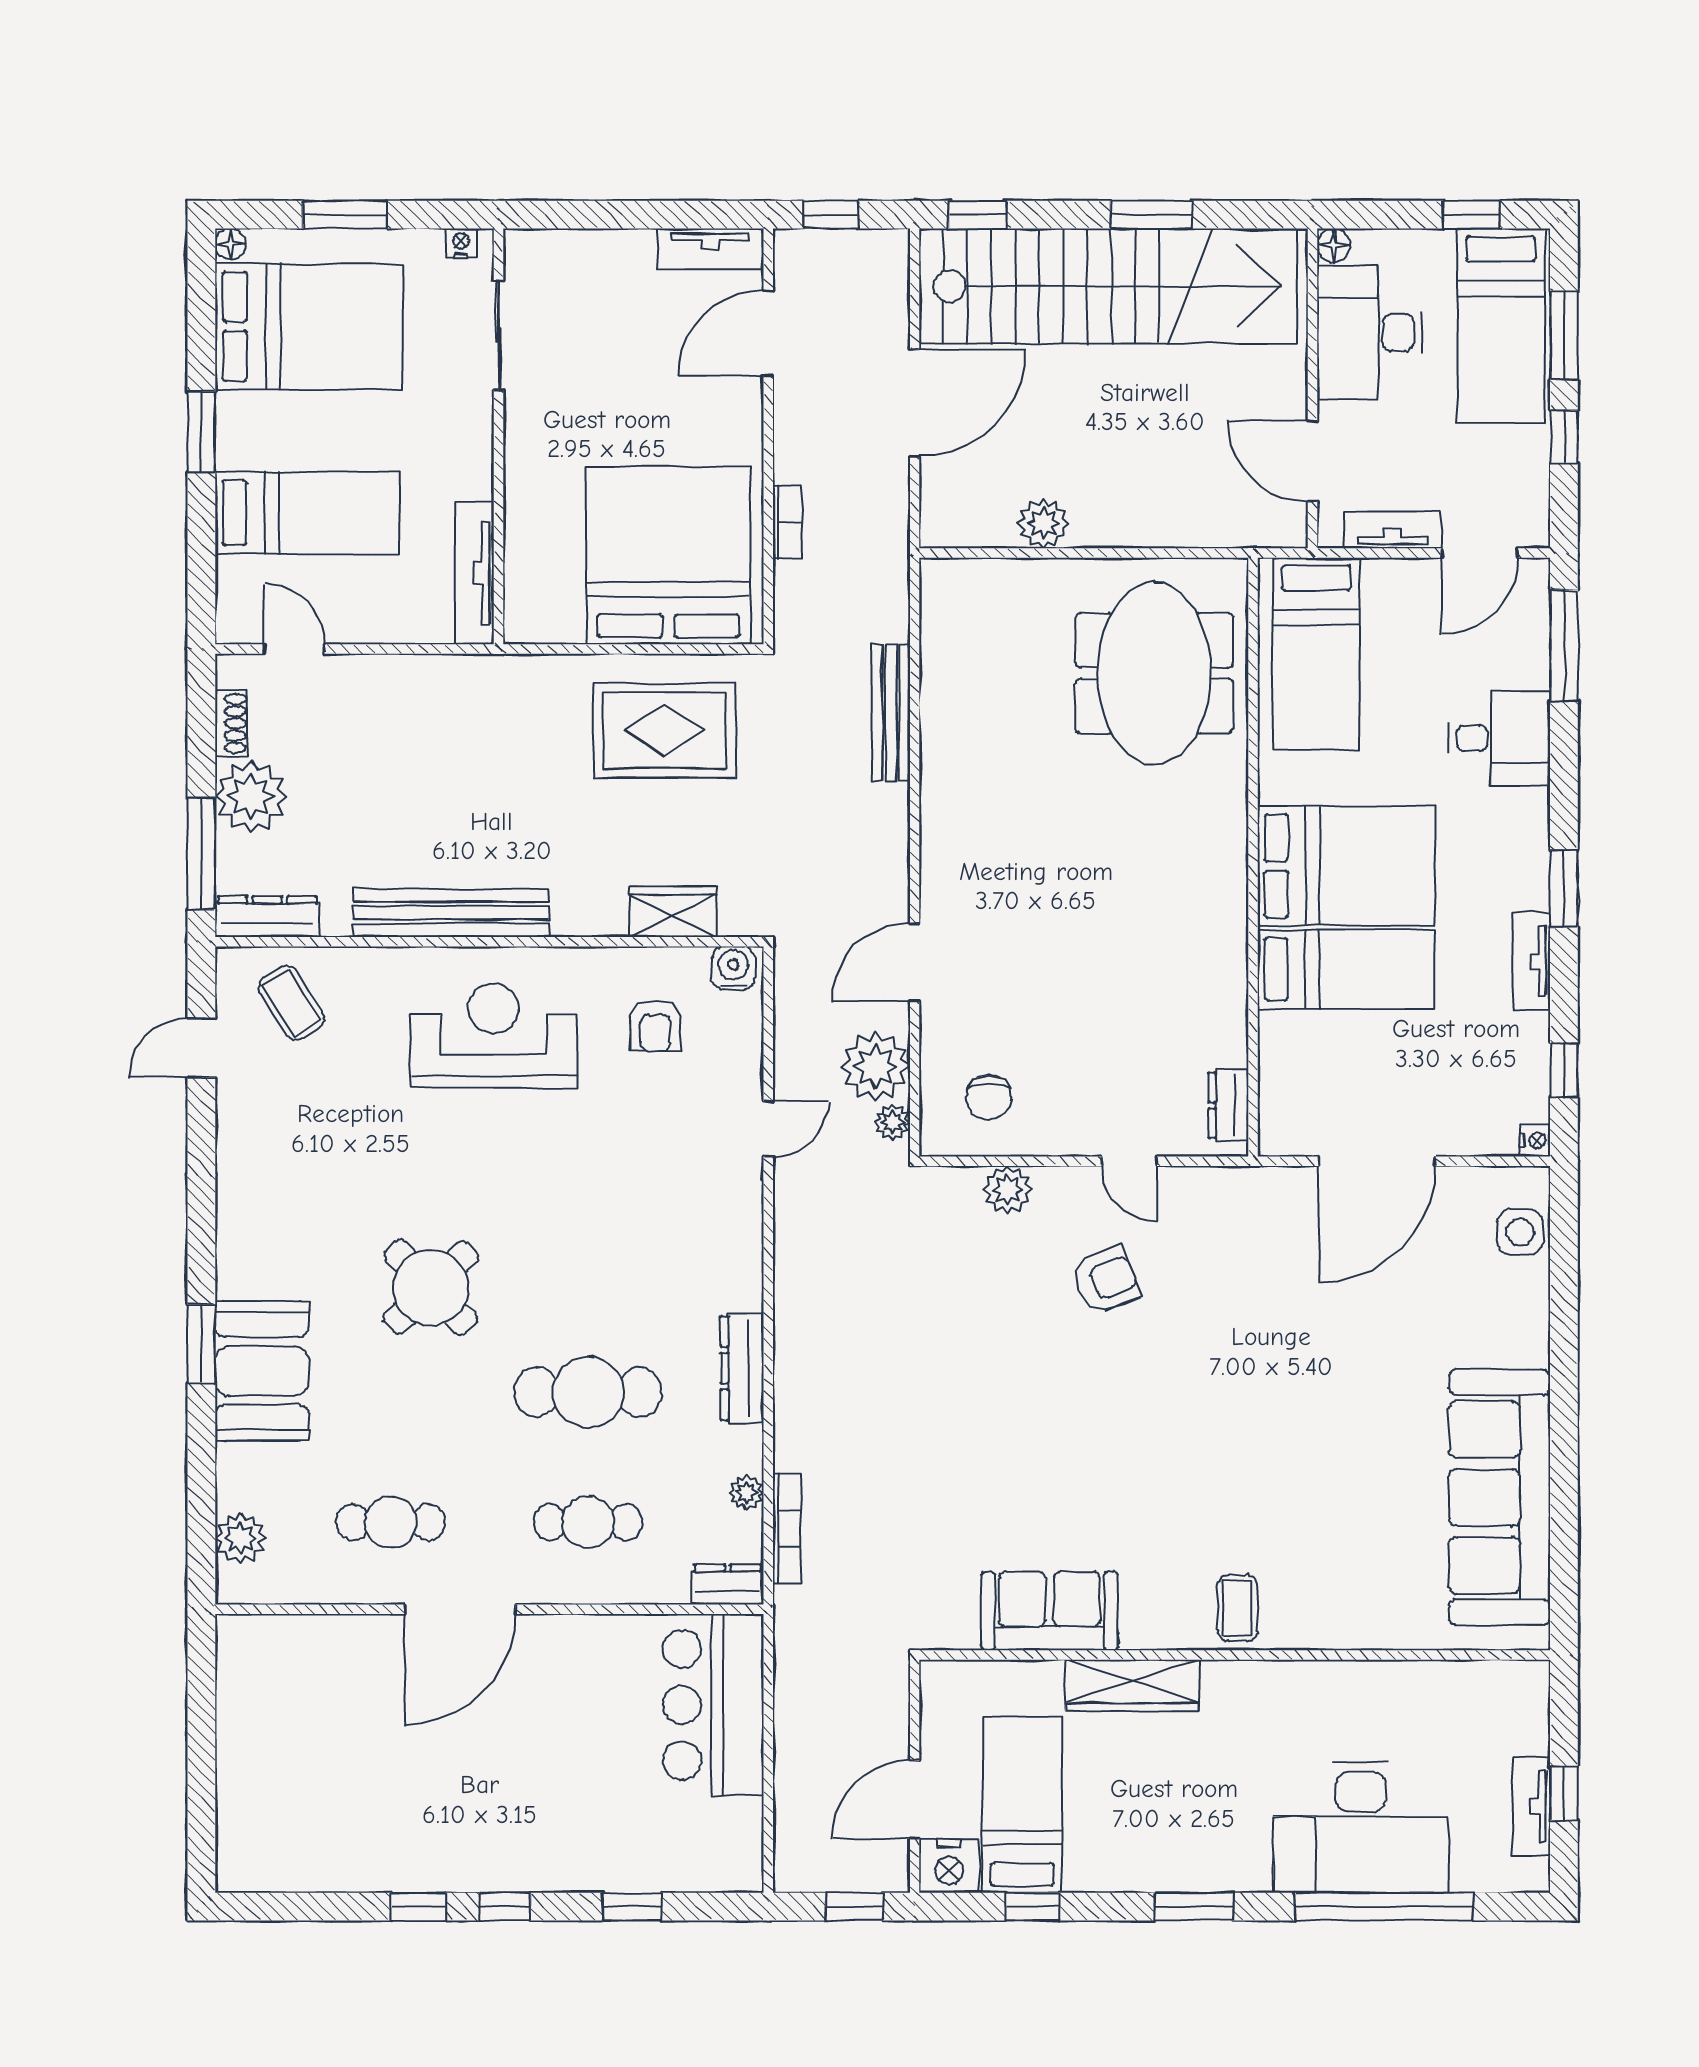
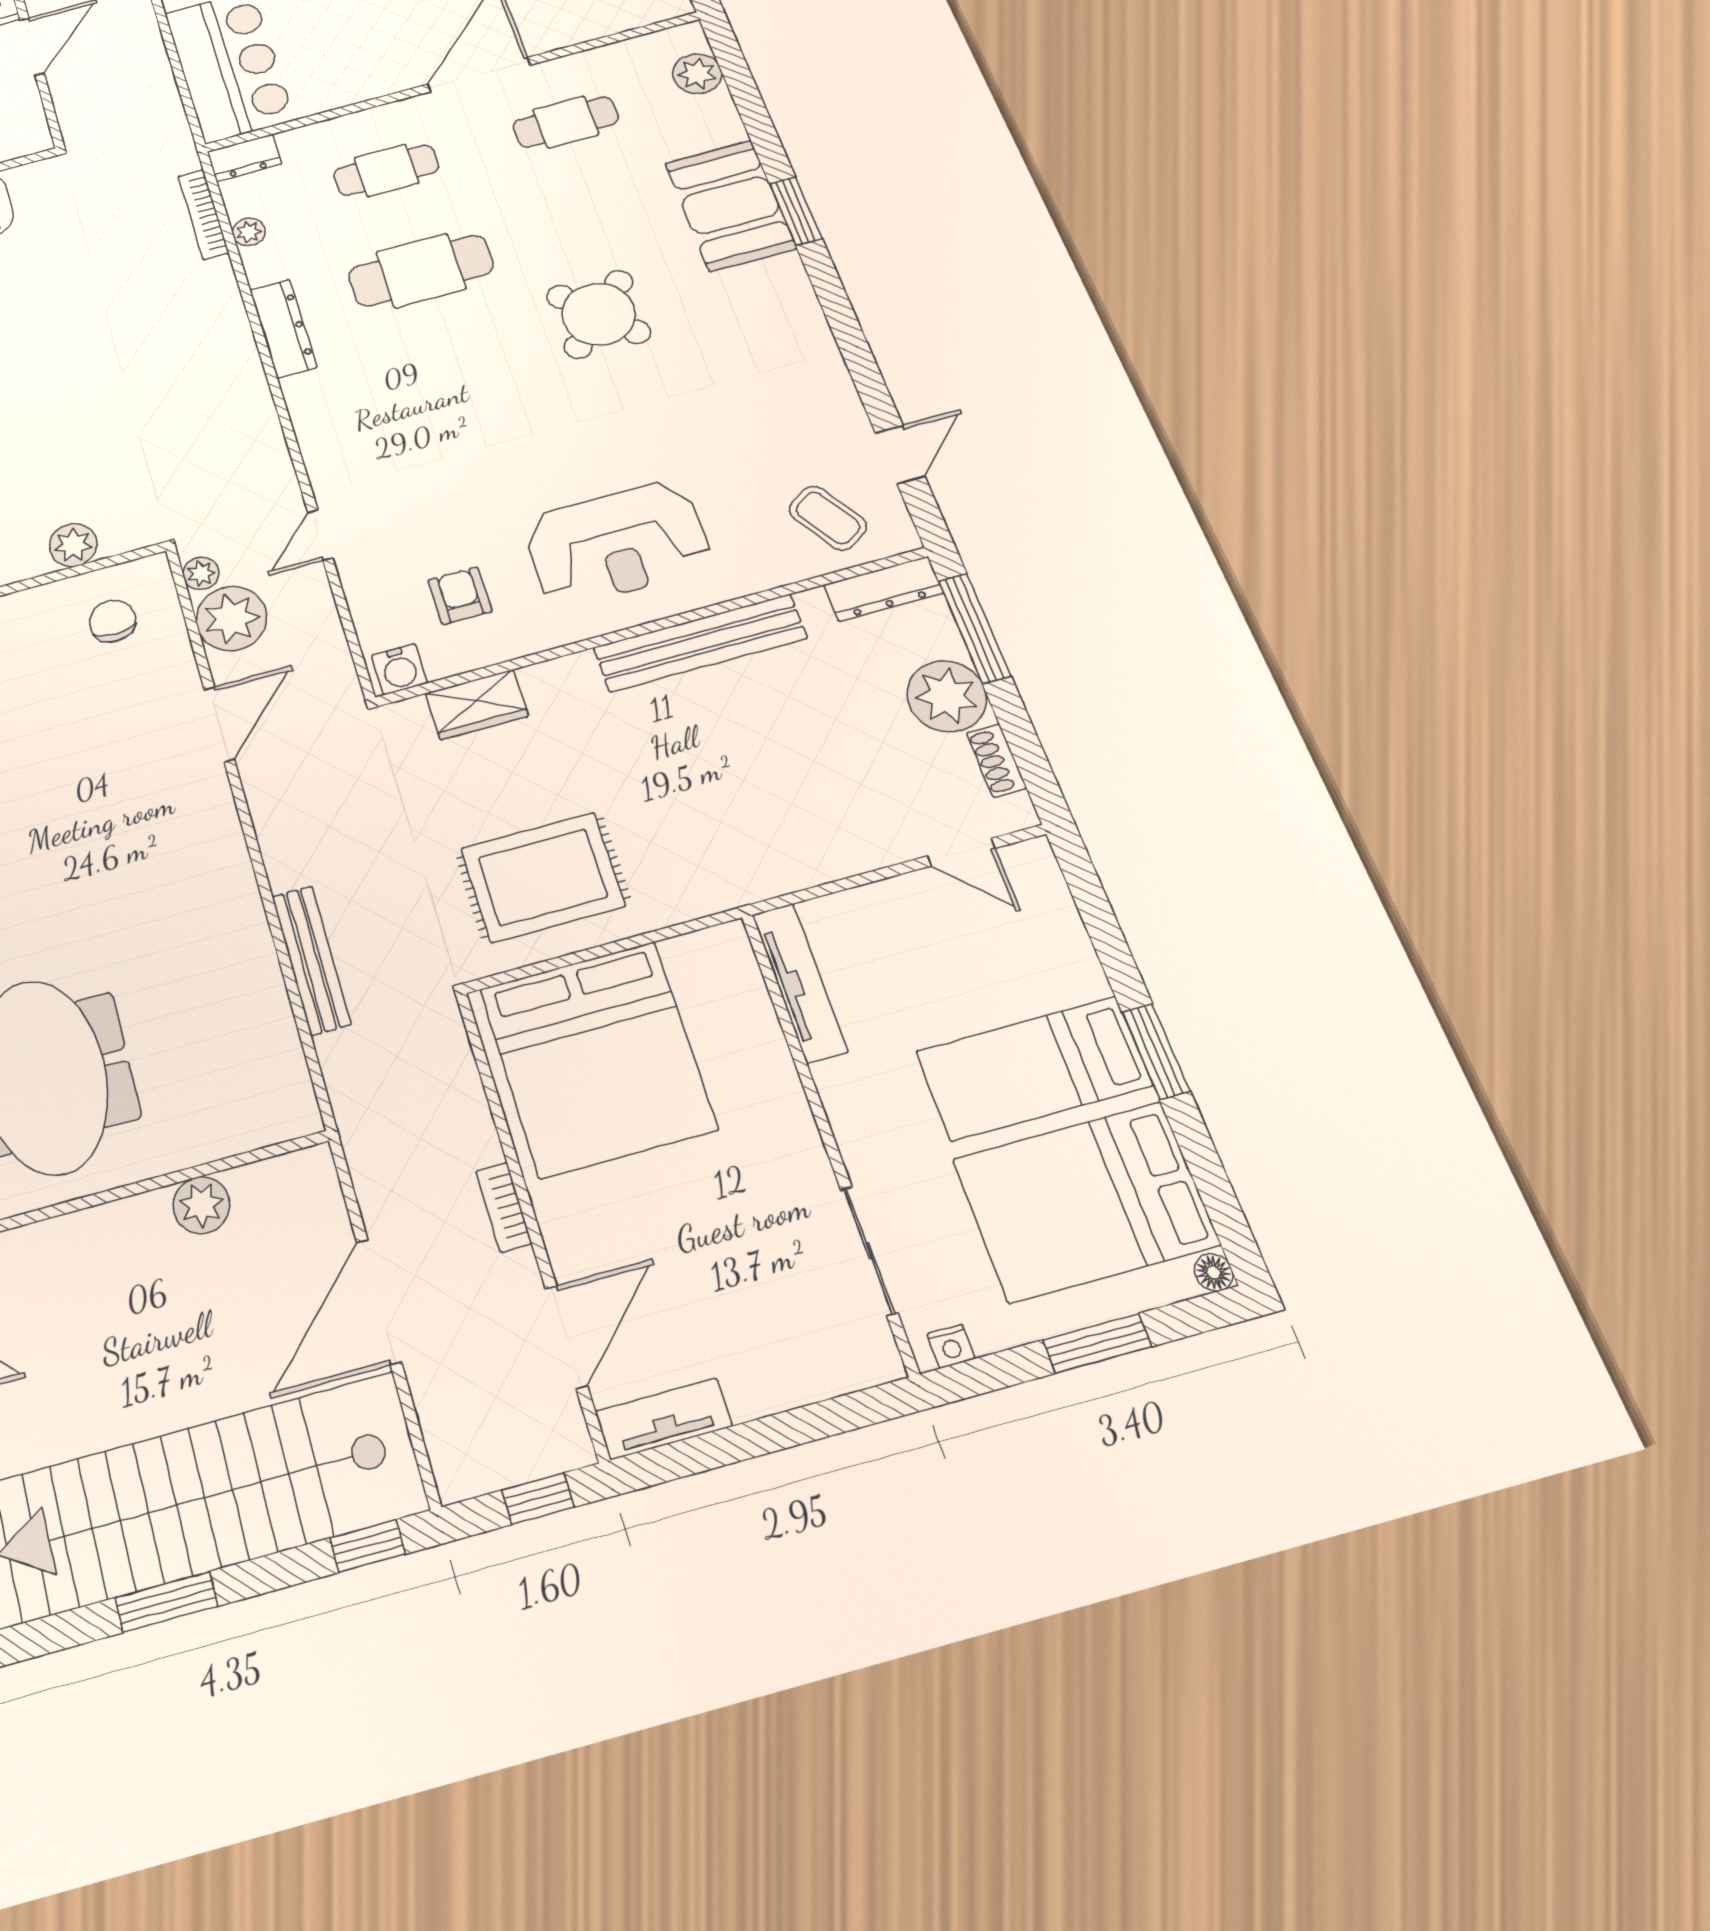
bed: (307, 513) -> (1034, 1068), moved
bookcase: (787, 523) -> (504, 1207), moved

